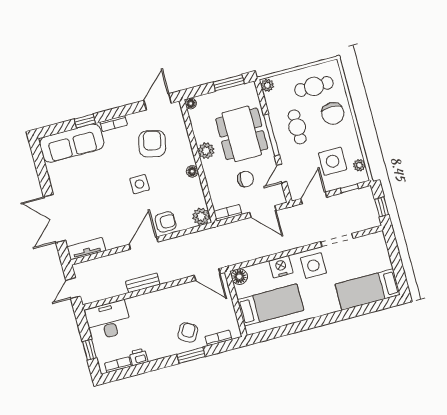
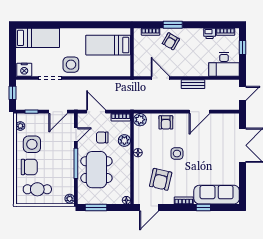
chair: (333, 113) -> (29, 167), turned 90
cafe table: (297, 127) -> (57, 164), removed
plant: (206, 151) -> (124, 140), moved
side table: (333, 161) -> (32, 144), moved
armchair: (166, 222) -> (166, 122), turned -90
door: (144, 243) -> (199, 112), moved
tv unit: (86, 249) -> (226, 118), removed
nightstand: (281, 267) -> (24, 70), moved
door: (207, 275) -> (160, 78), moved
floor lamp: (239, 277) -> (125, 71), removed

